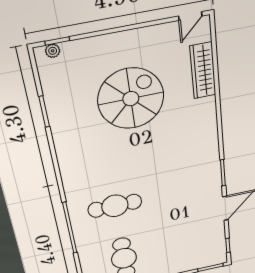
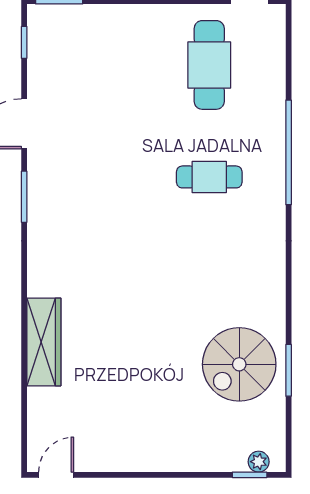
wardrobe: (203, 71) -> (44, 342), moved
spiral stairs: (131, 99) -> (239, 364), moved, width x0.73, depth x0.73
cafe table: (115, 206) -> (209, 177), width x0.73, depth x0.74

